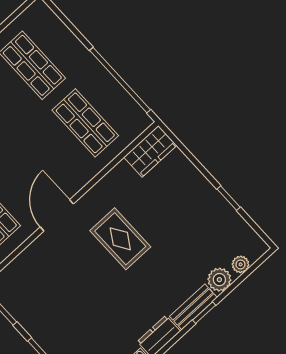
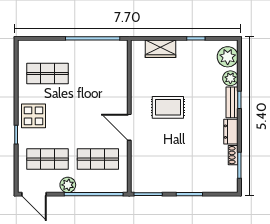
shop shelf: (85, 123) -> (98, 74), removed
wardrobe: (150, 151) -> (161, 49), moved, turned 90
plant: (241, 264) -> (228, 57), width x1.87, depth x1.87

